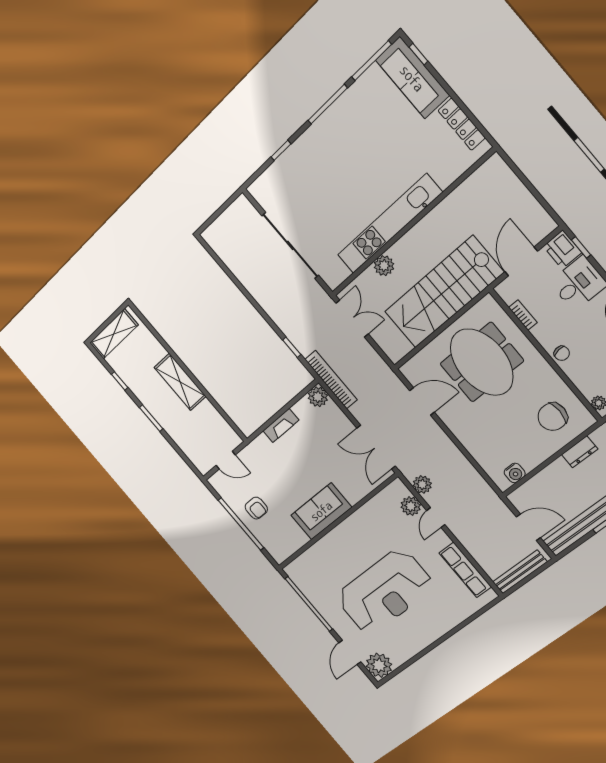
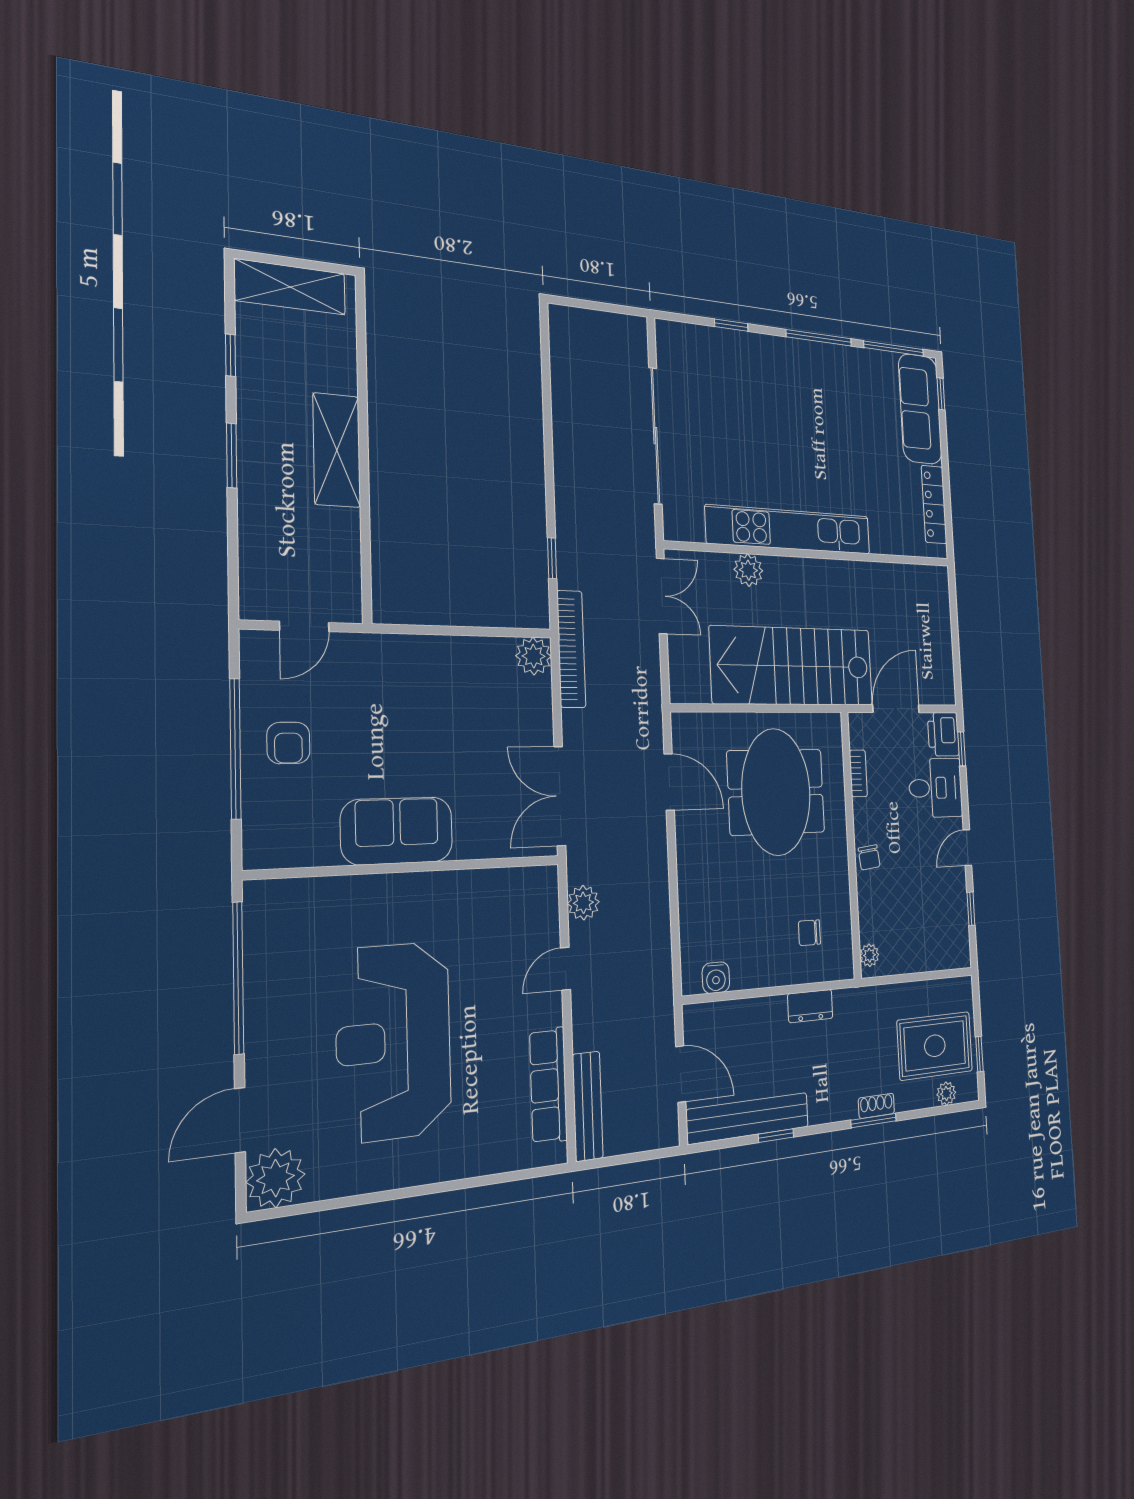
chair: (553, 417) -> (809, 933), width x0.54, depth x0.54
fireplace: (281, 426) -> (444, 650), removed
door: (226, 460) -> (304, 626), hinge flipped
plant: (411, 506) -> (542, 924), removed
bench: (520, 572) -> (588, 1106), moved, turned 90
reception desk: (385, 592) -> (394, 1041), turned 90

